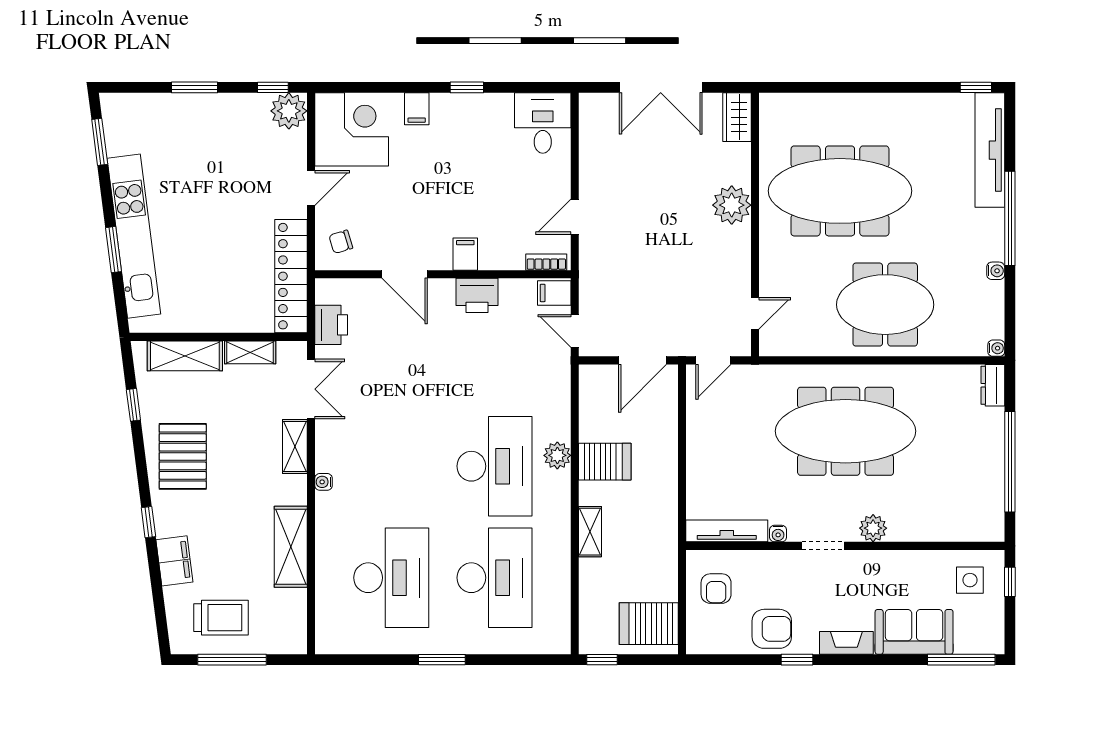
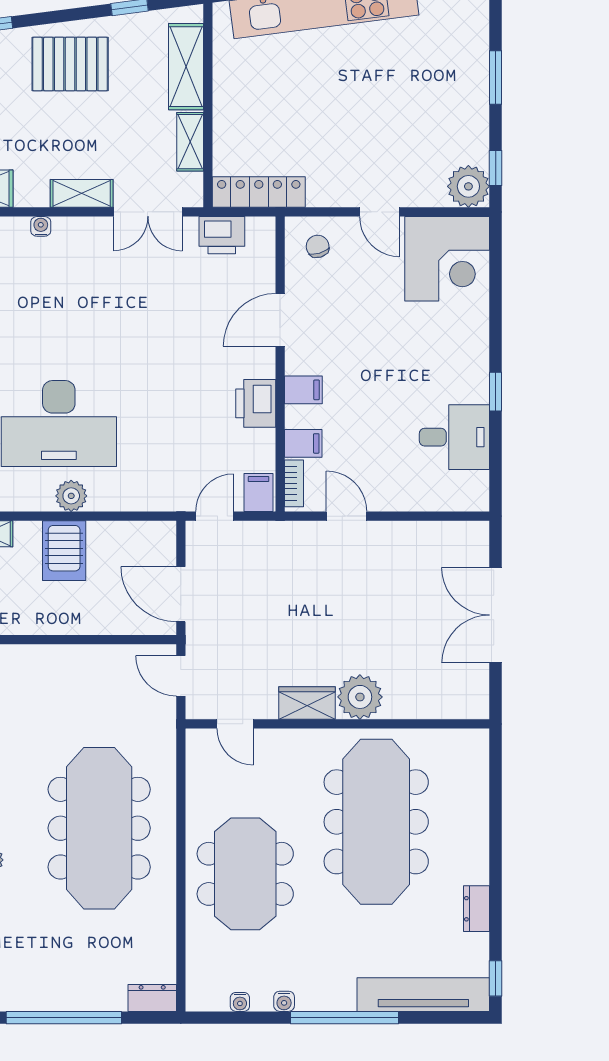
dresser: (915, 104) -> (477, 909), added
filing cabinet: (417, 109) -> (303, 443), moved, turned 180
wardrobe: (737, 117) -> (307, 703), moved
desk: (543, 123) -> (454, 437), moved
locker: (291, 276) -> (259, 192), width x0.71, depth x0.83
water cooler: (996, 348) -> (240, 1002), moved

